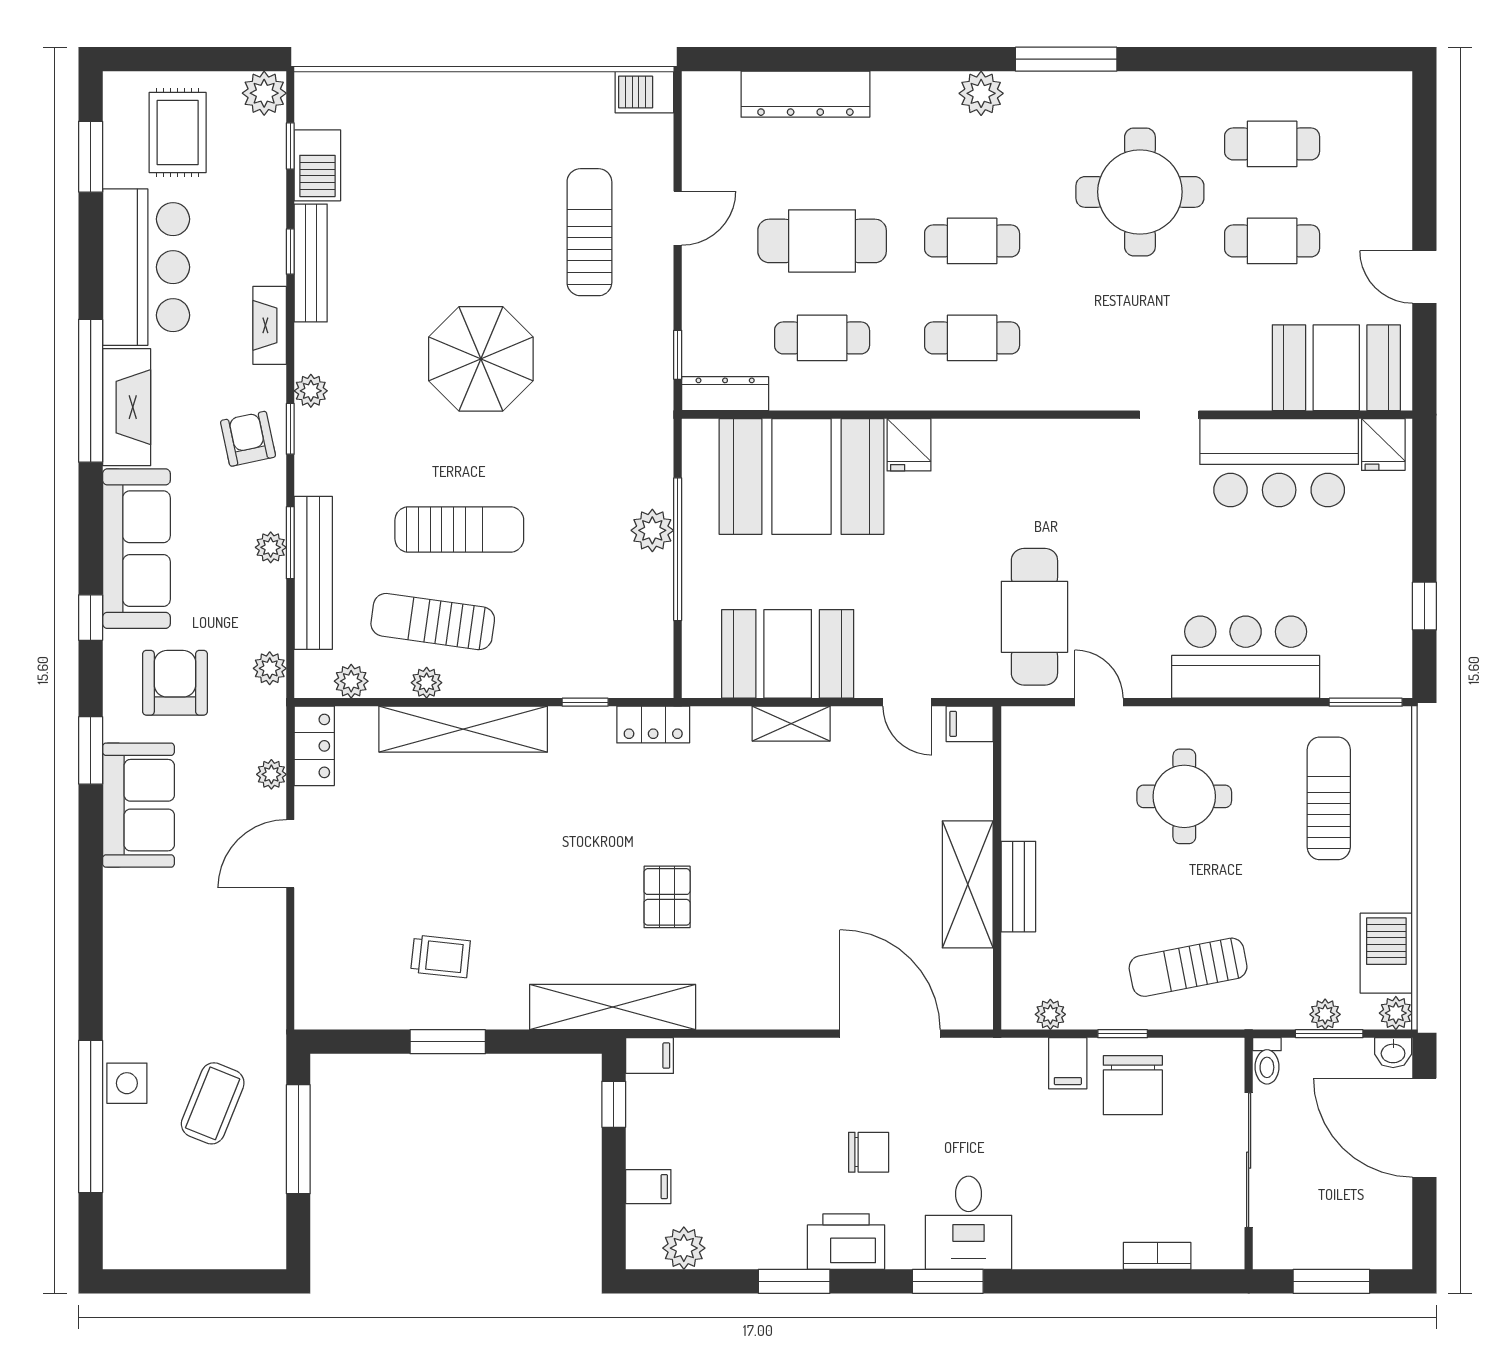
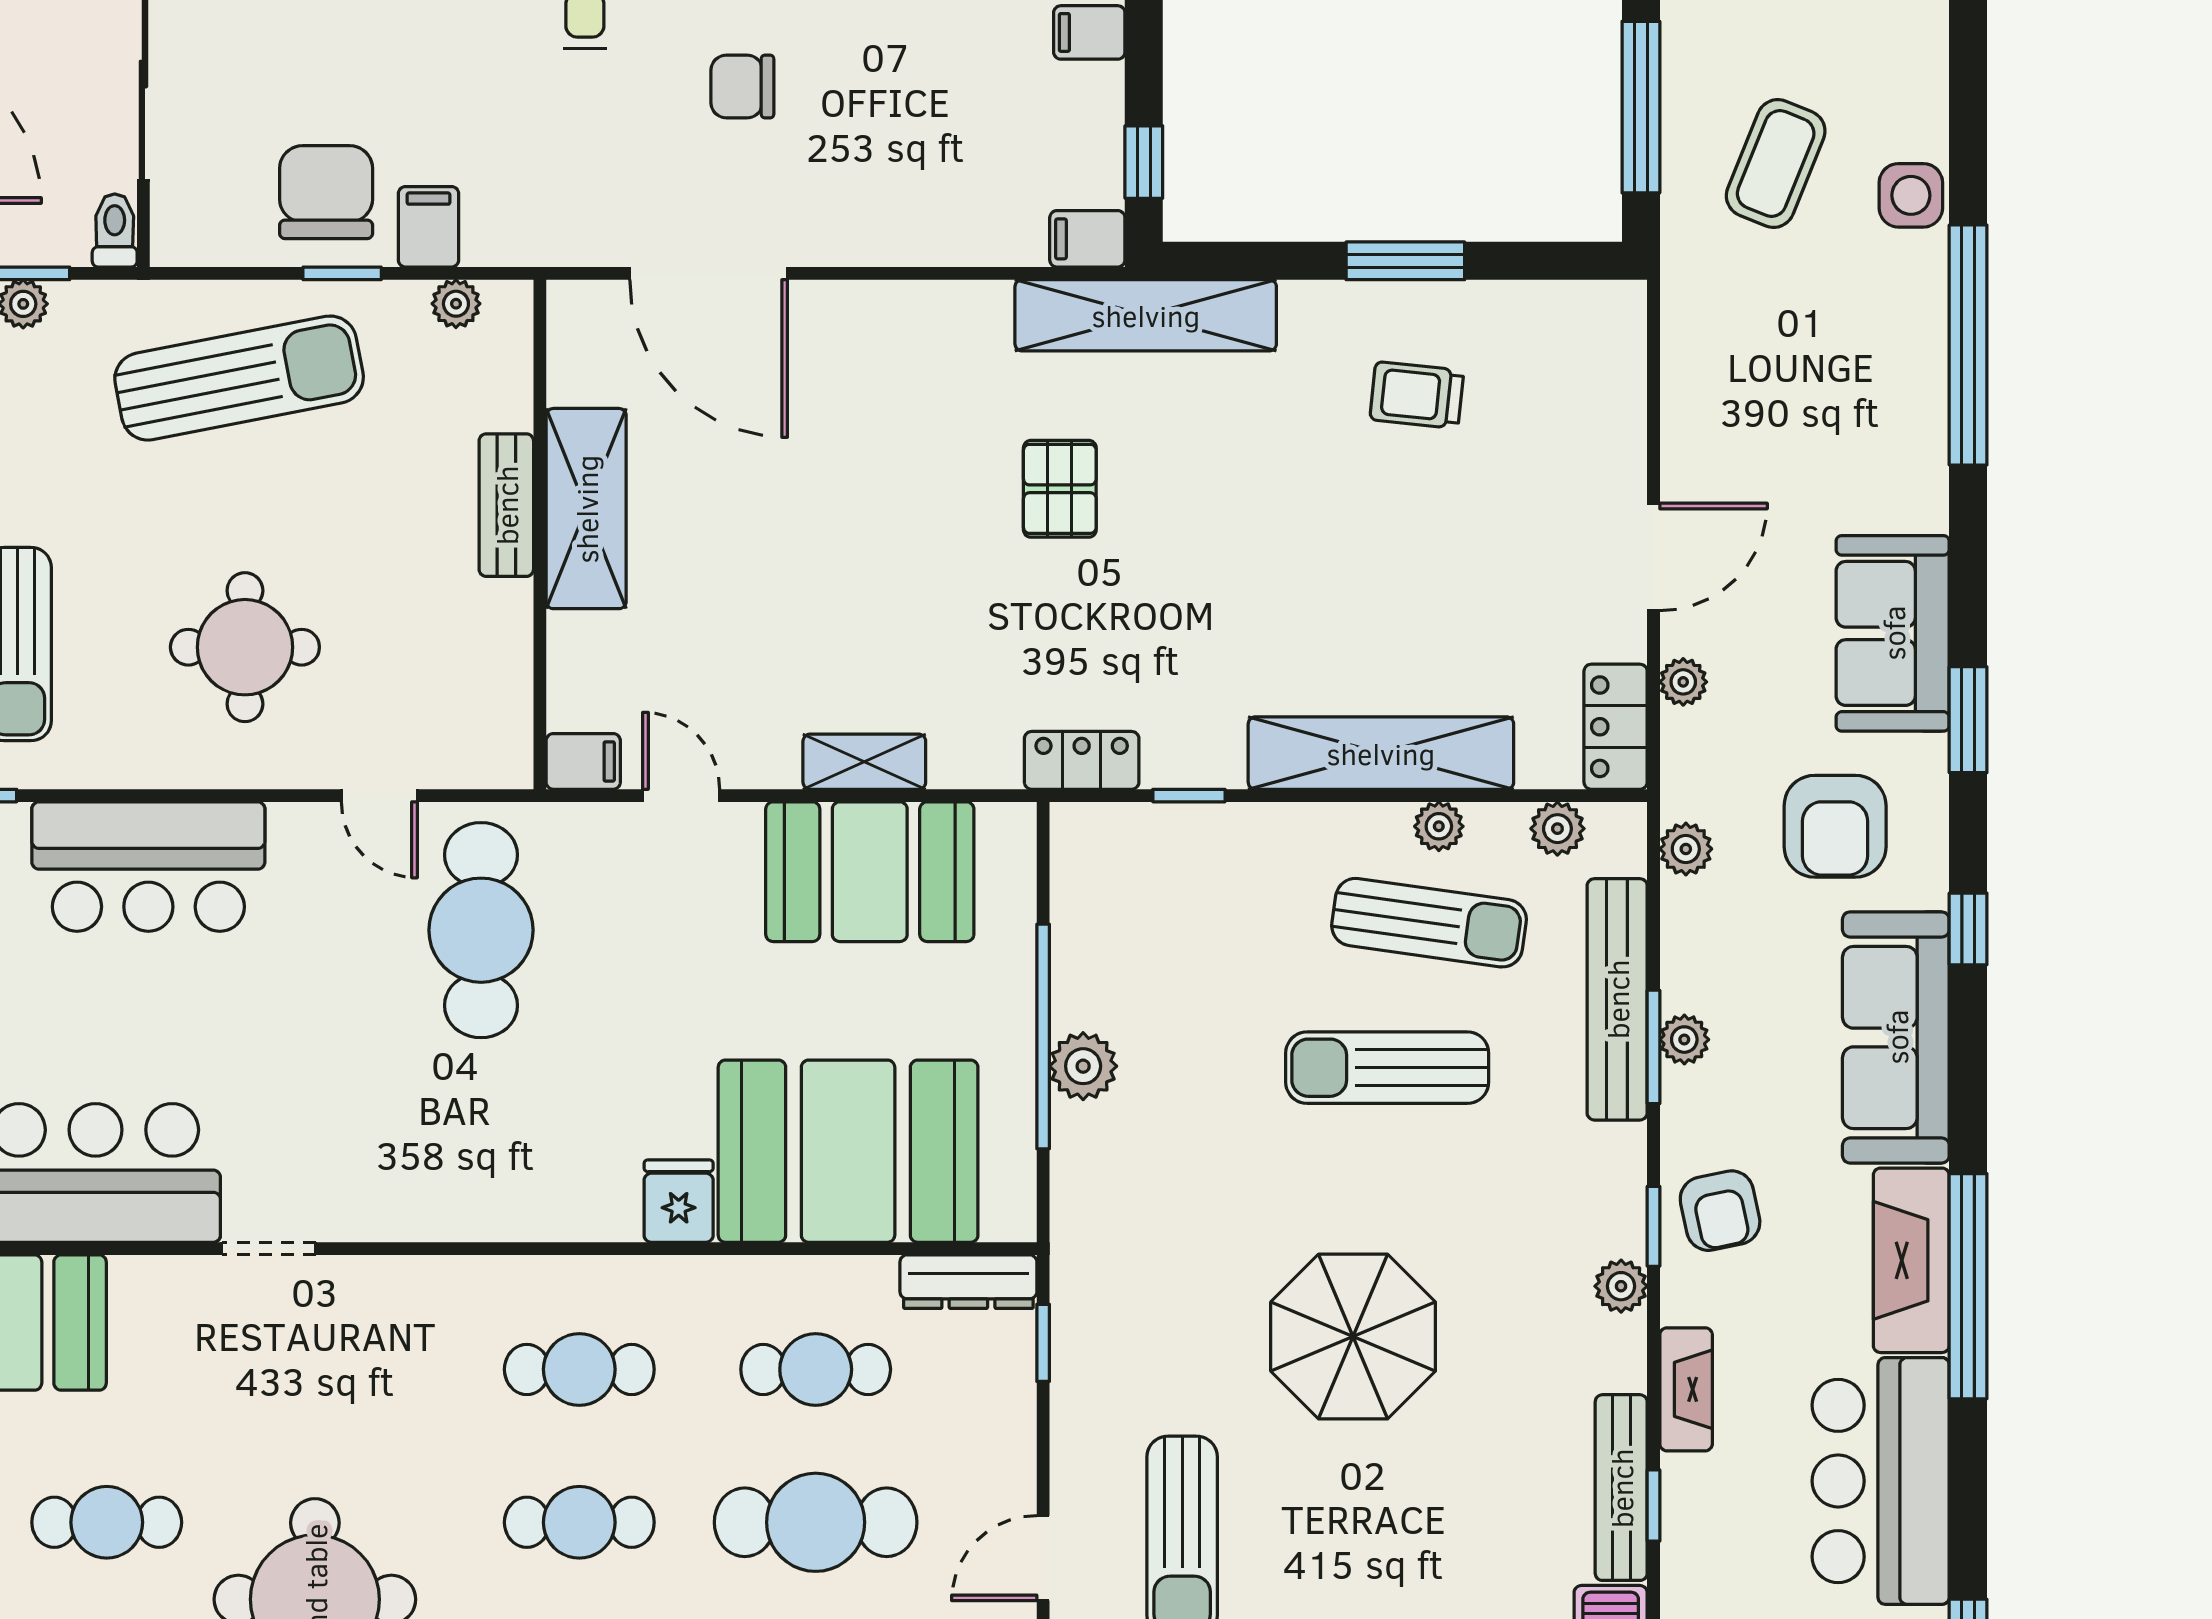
sun lounger: (1188, 967) -> (239, 378), width x1.36, depth x1.34
window: (91, 1117) -> (1968, 345), moved

